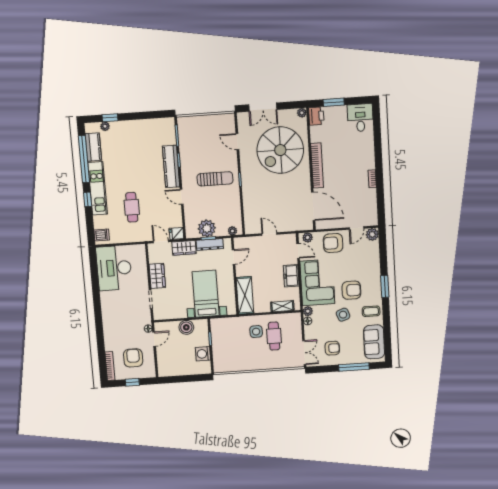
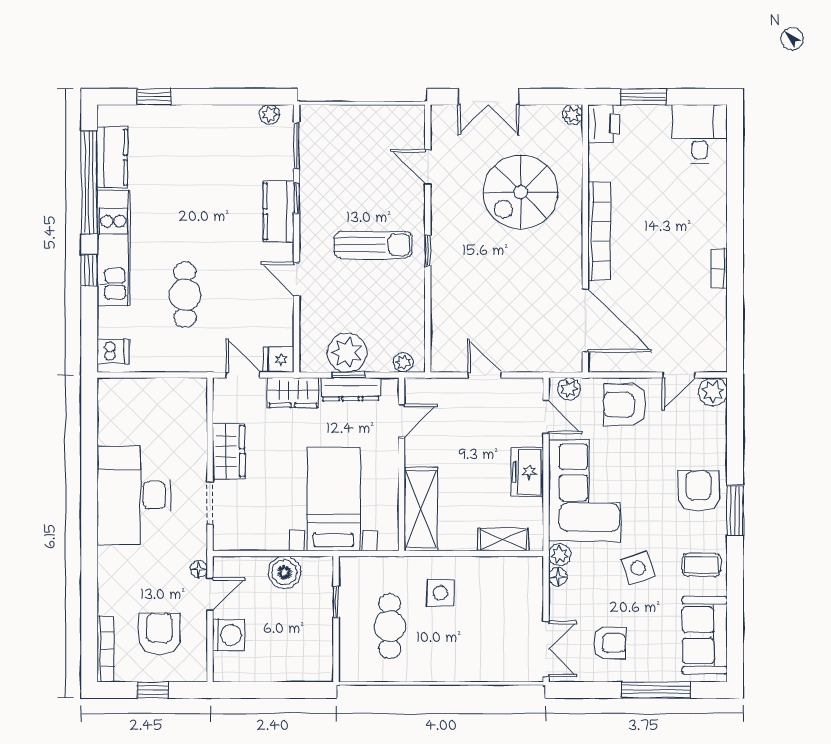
plant: (105, 126) -> (269, 114), moved
spiral stairs: (280, 150) -> (521, 192), width x0.73, depth x0.73
kitchen counter: (171, 167) -> (279, 211), width x0.67
desk: (114, 268) -> (134, 495), moved
armchair: (351, 290) -> (699, 491), moved, turned -90
cafe table: (274, 336) -> (390, 626), moved
washing machine: (203, 354) -> (229, 635), moved, turned 180

